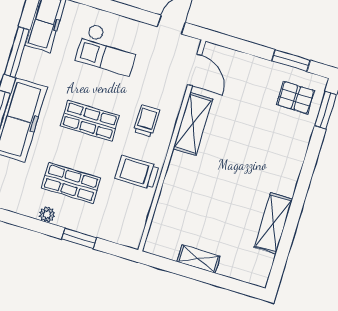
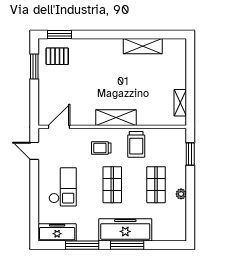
pallet: (296, 98) -> (57, 56), turned 90
shelving: (193, 124) -> (116, 118), moved
window: (79, 238) -> (190, 154), moved
shelving: (199, 259) -> (180, 103), moved

